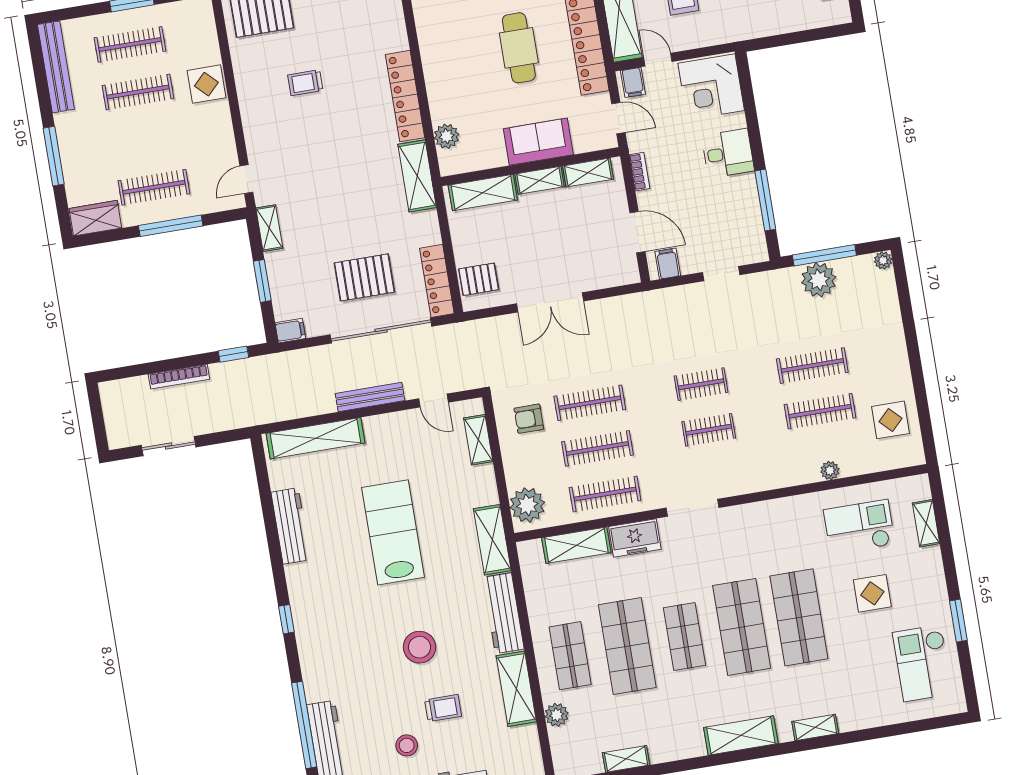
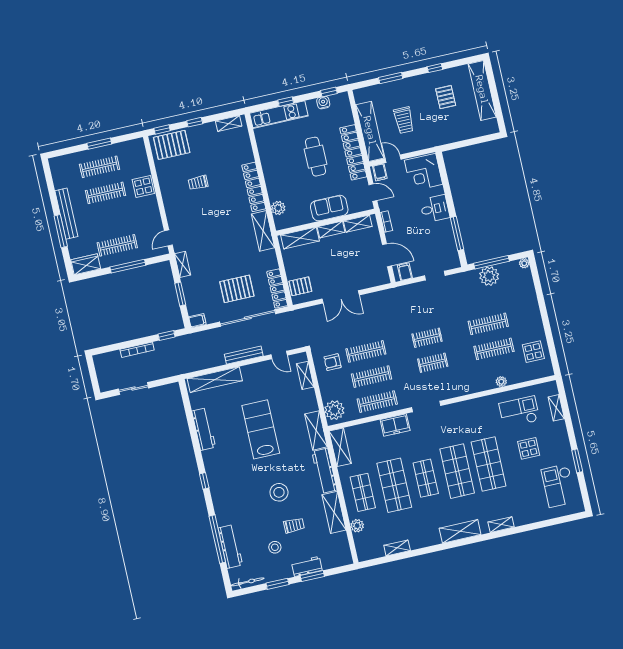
bench: (56, 67) -> (66, 214), moved
shelving: (576, 545) -> (340, 447), moved, turned 90

